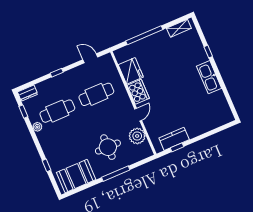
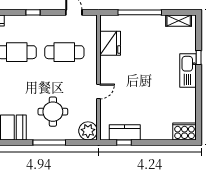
kitchen sink: (209, 77) -> (188, 70), moved
cooker: (138, 92) -> (185, 131), moved, turned -90
plant: (137, 136) -> (88, 131), moved

